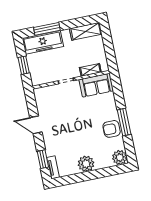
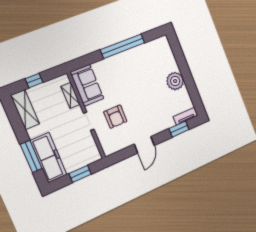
window: (108, 43) -> (34, 81), added
window: (124, 122) -> (123, 46), width x1.46
armchair: (112, 129) -> (115, 117), moved
plant: (120, 158) -> (162, 45), removed

